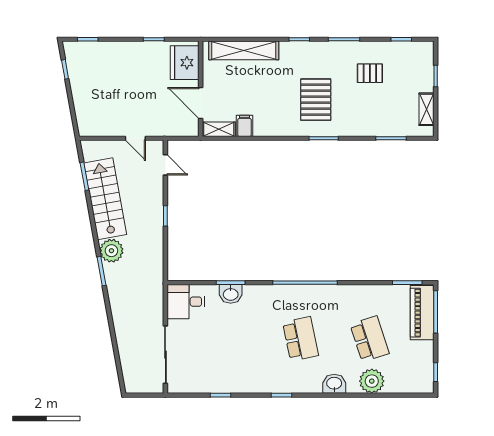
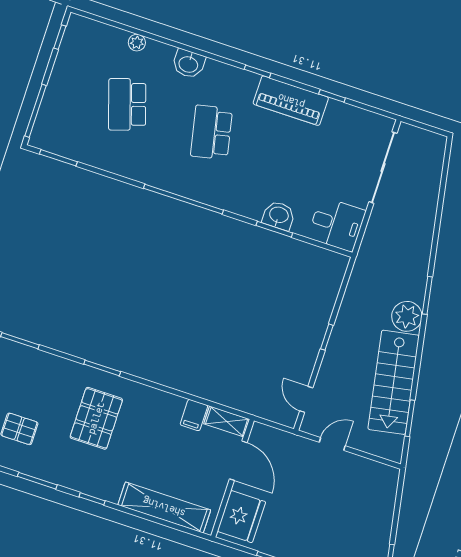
door: (135, 138) -> (332, 444), hinge flipped
piano: (422, 313) -> (291, 101), moved, turned 90
plant: (372, 381) -> (137, 43), width x0.53, depth x0.53

